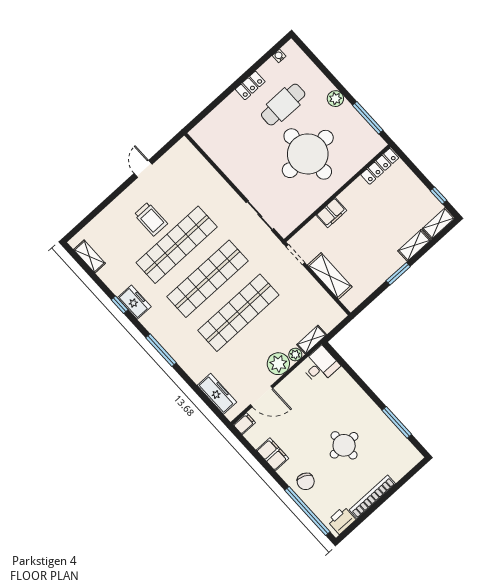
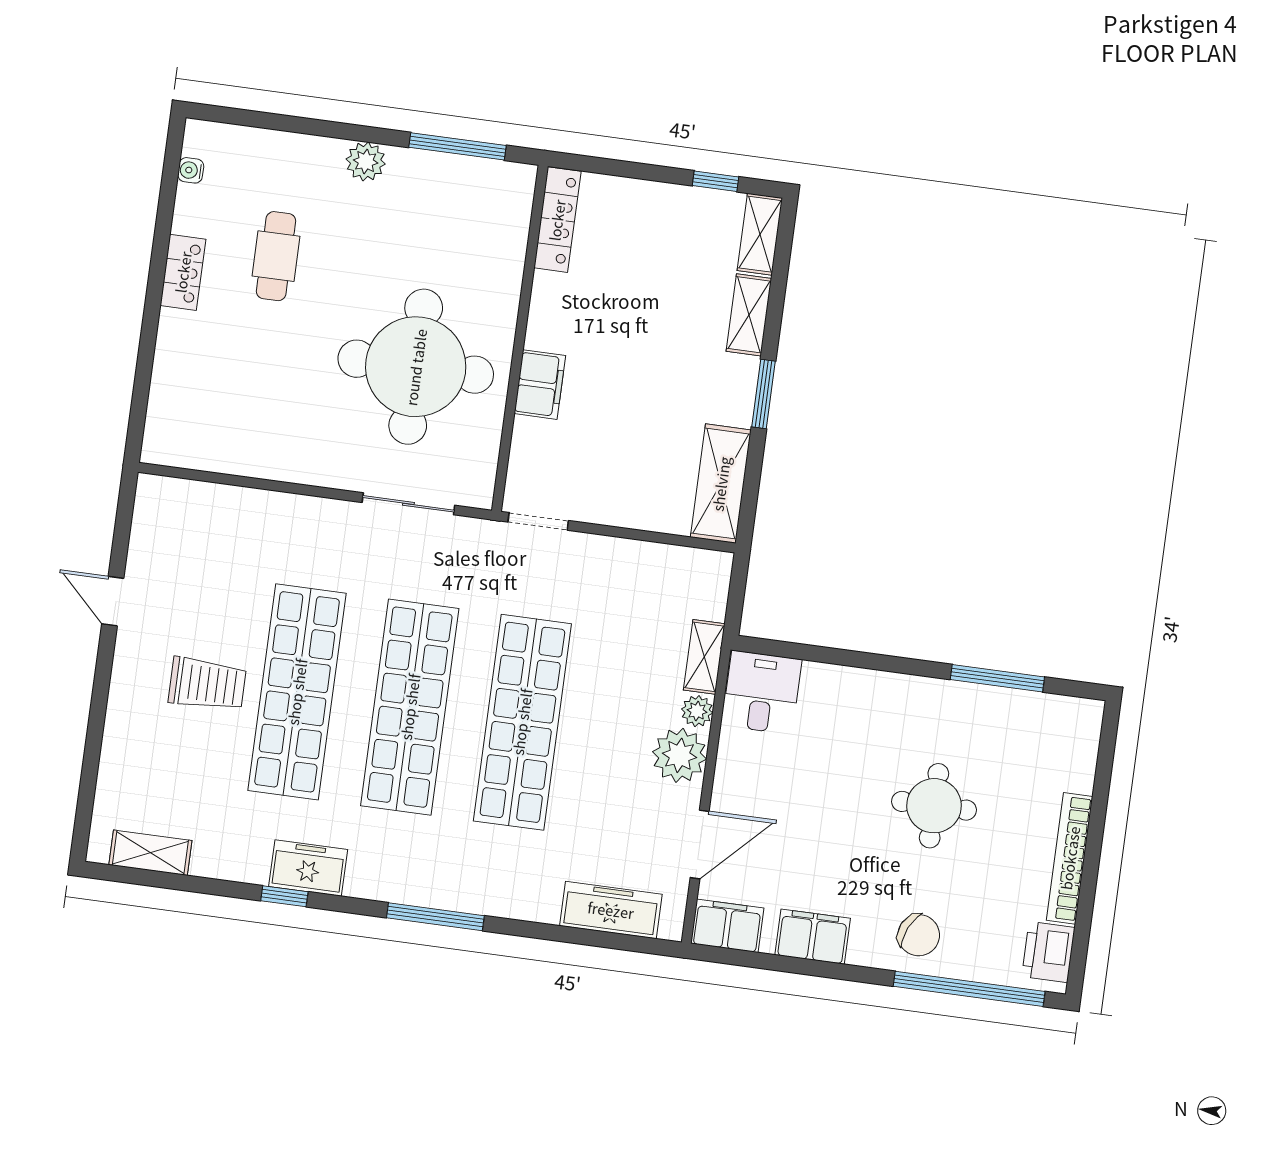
cafe table: (283, 105) -> (276, 256), width x0.73, depth x0.74
round table: (308, 154) -> (416, 367), moved
shelving: (330, 276) -> (721, 484), moved, turned 90
filing cabinet: (244, 424) -> (727, 926), width x2.00

